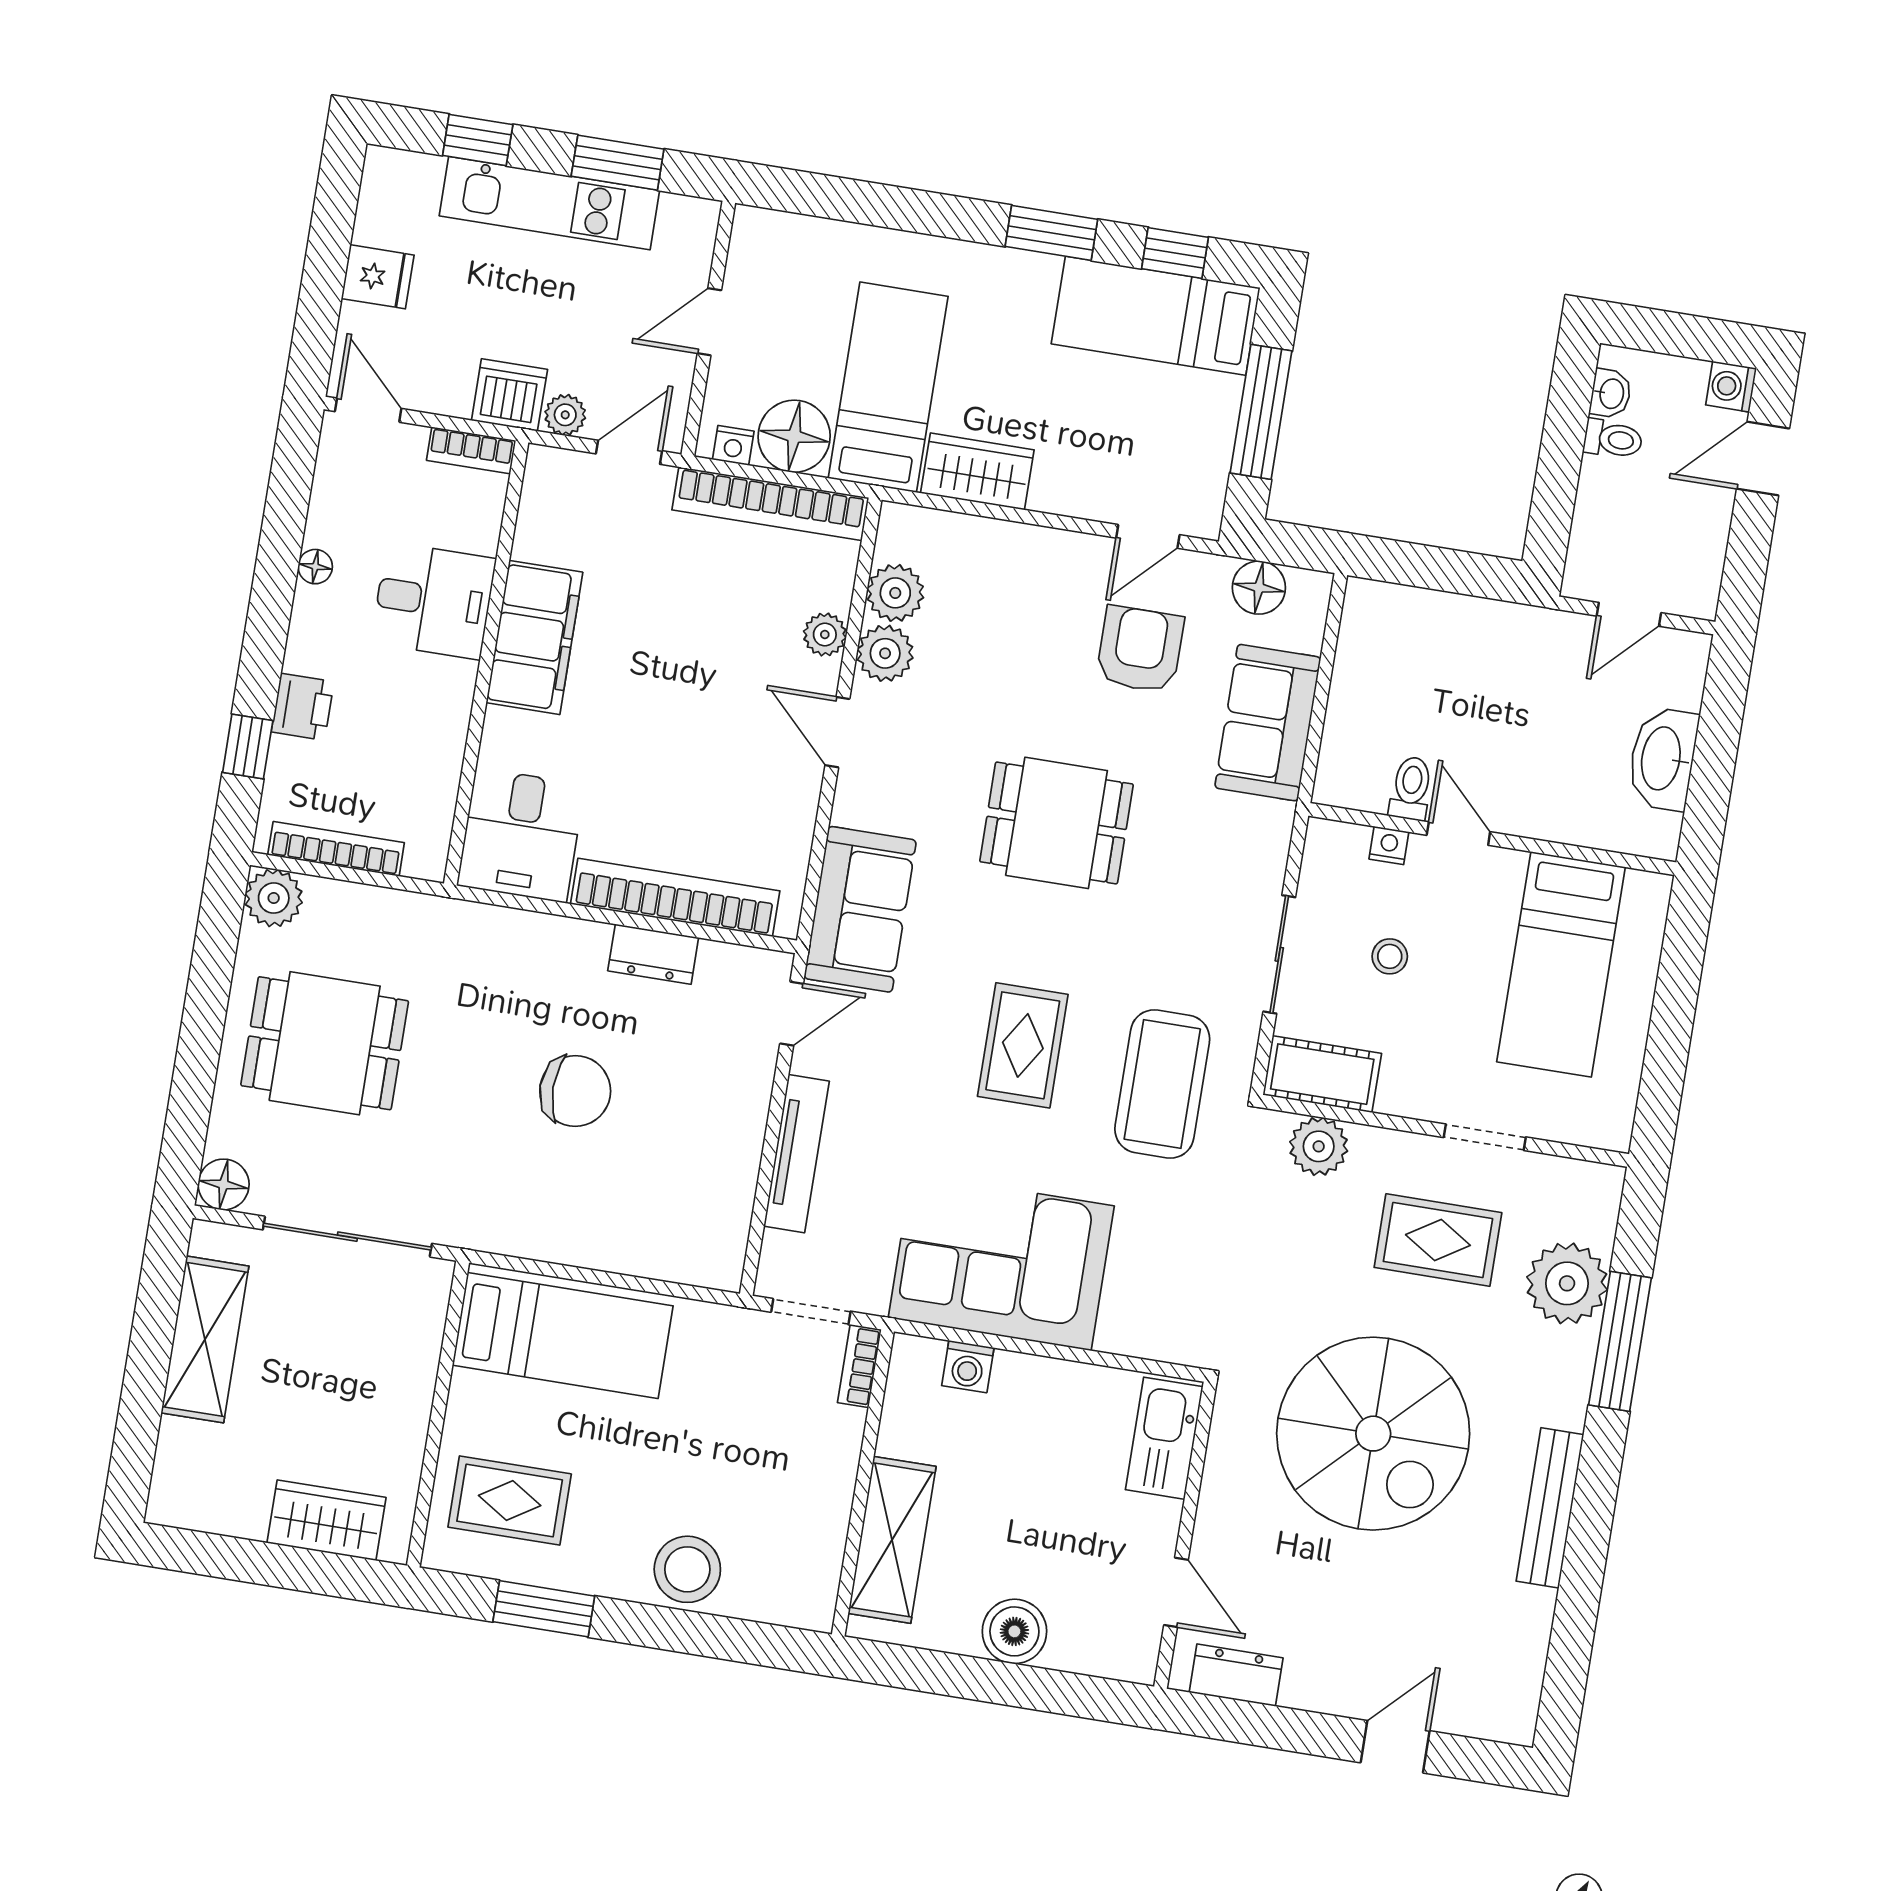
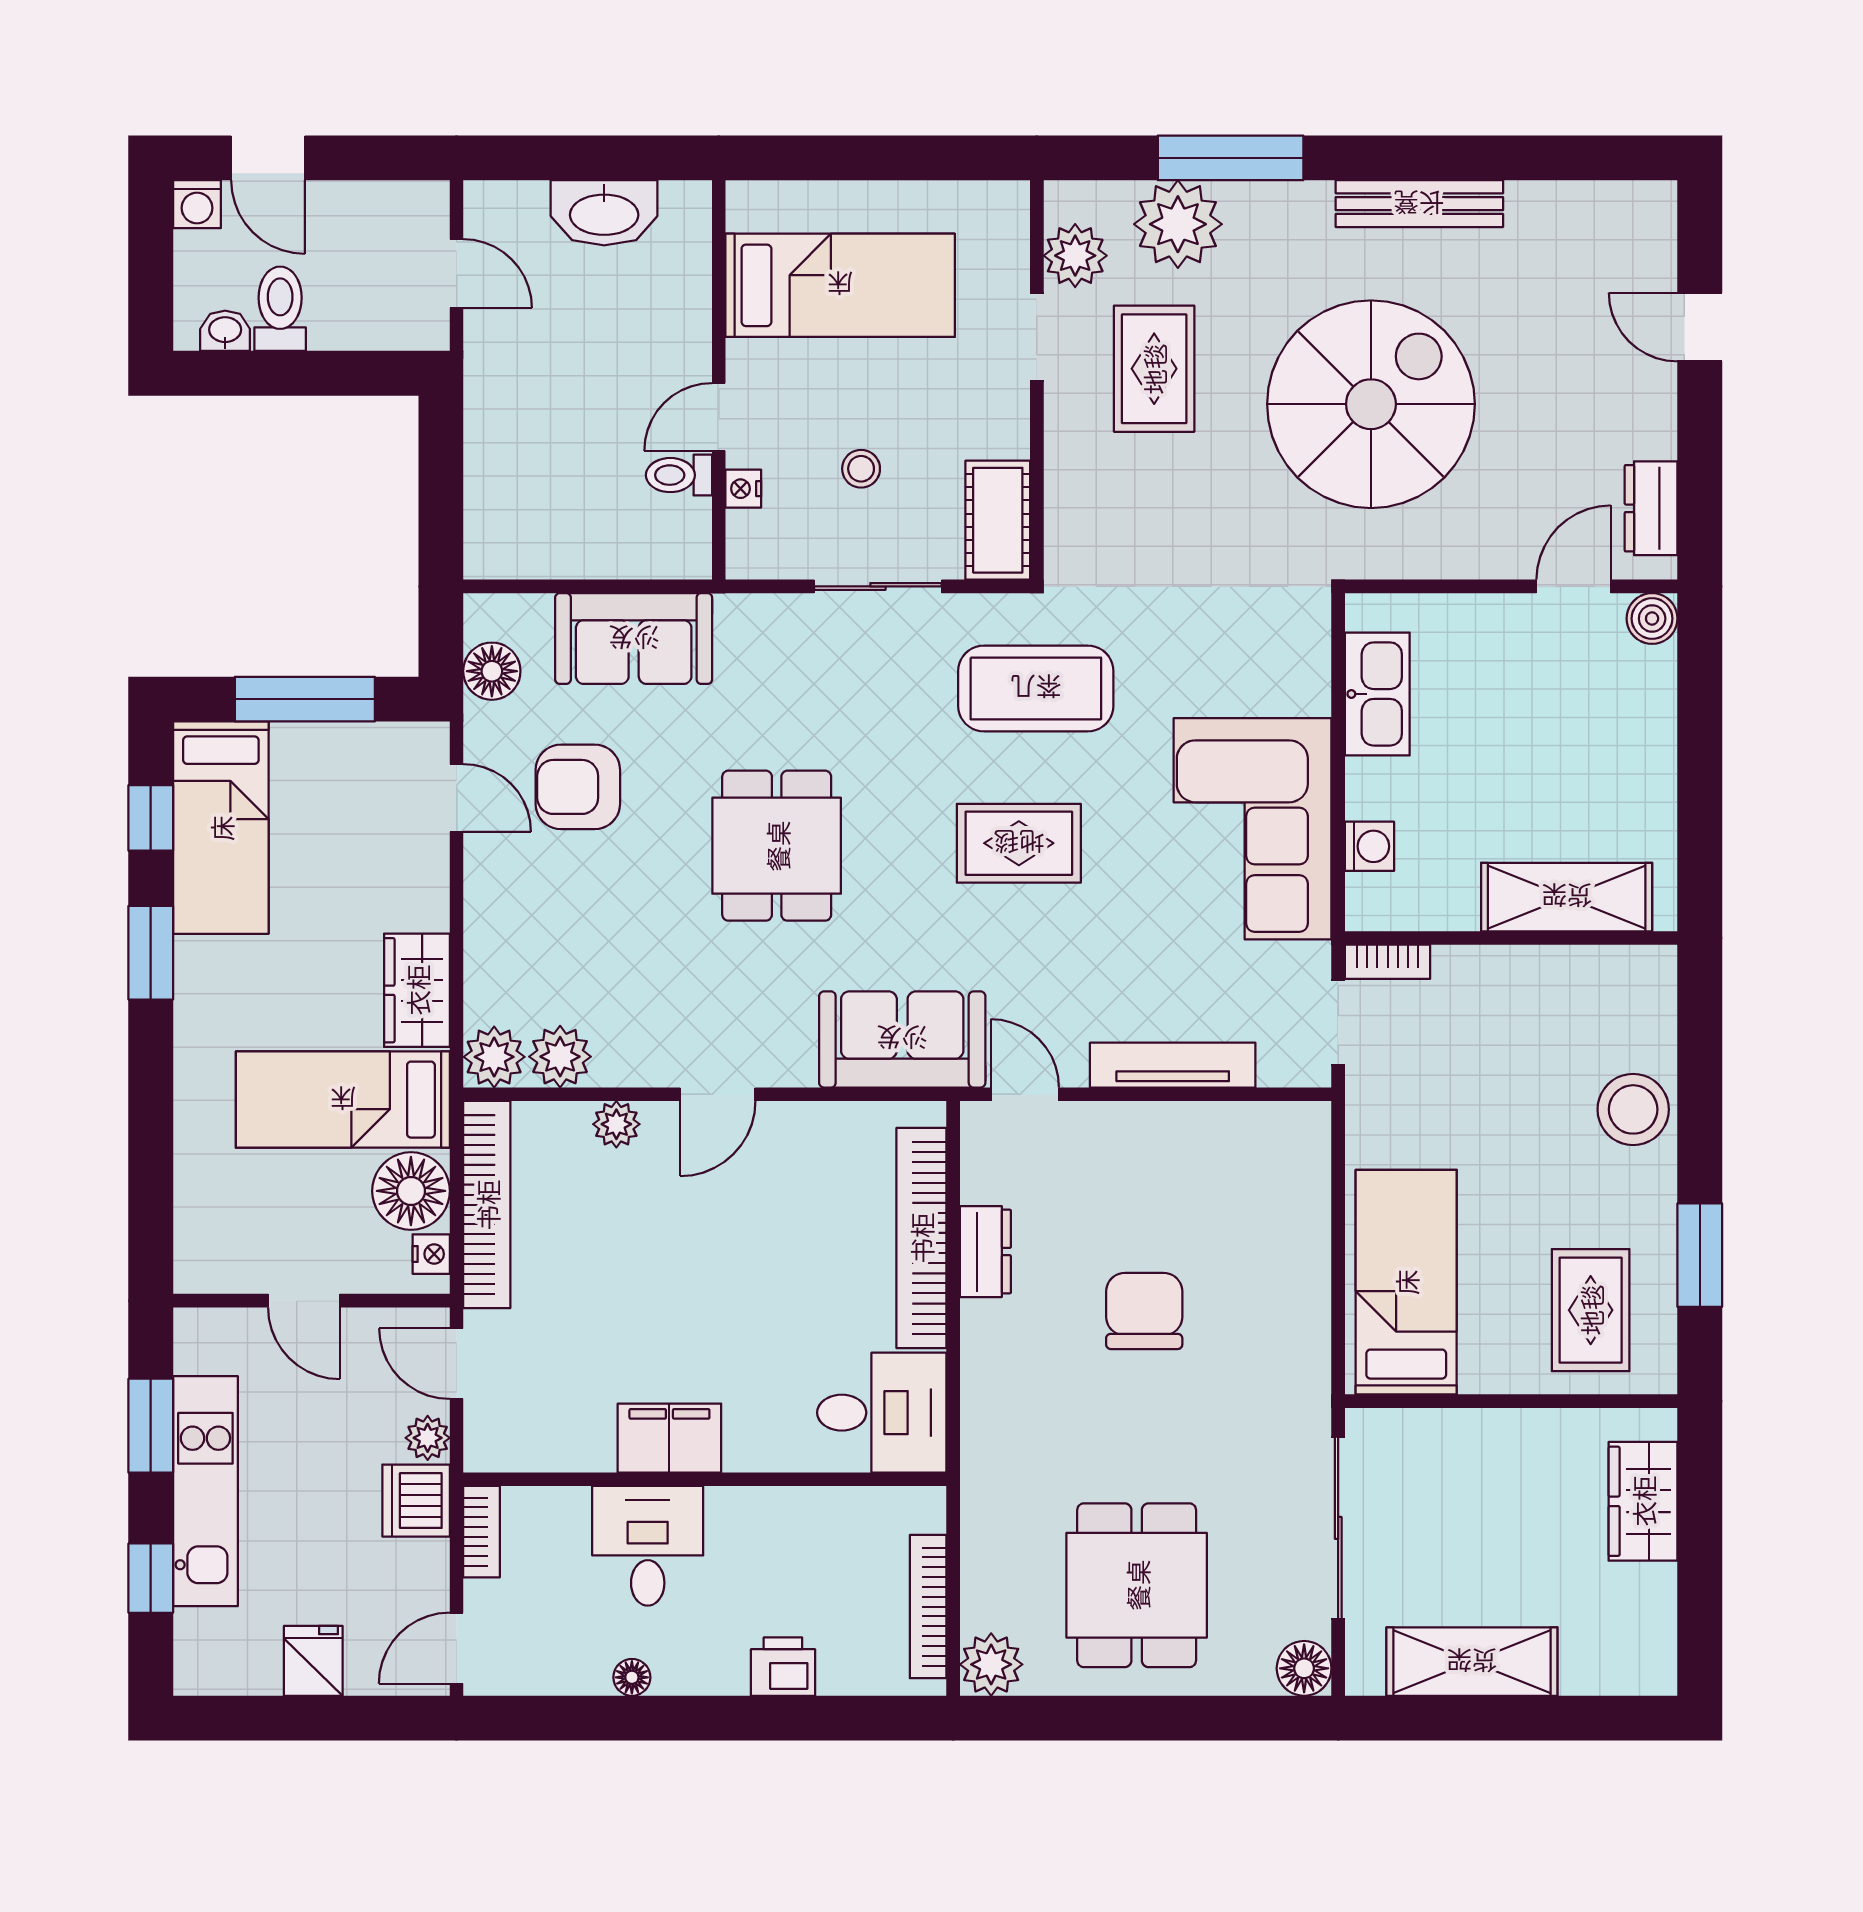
toilet: (1613, 439) -> (280, 309), width x1.37, depth x1.39
filing cabinet: (534, 637) -> (669, 1438), width x0.67, depth x0.86
plant: (885, 653) -> (494, 1057), moved
window: (248, 746) -> (835, 1718), removed
plant: (1319, 1146) -> (1075, 256), moved
kitchen sink: (1164, 1438) -> (1377, 694), moved, turned -90
boiler: (1014, 1631) -> (1652, 619), moved, width x0.73, depth x0.73

